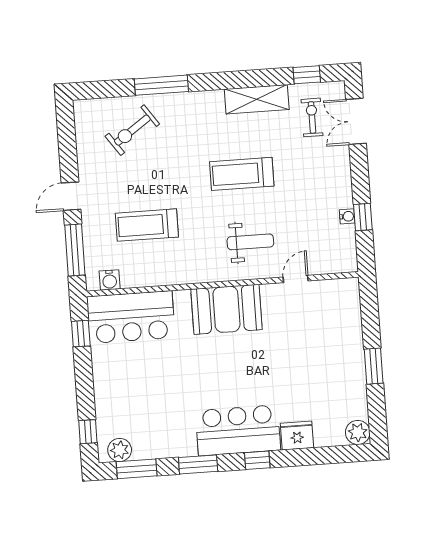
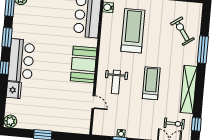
shelving: (257, 99) -> (189, 89), width x1.47
treadmill: (147, 225) -> (133, 31), width x1.37, depth x1.38

